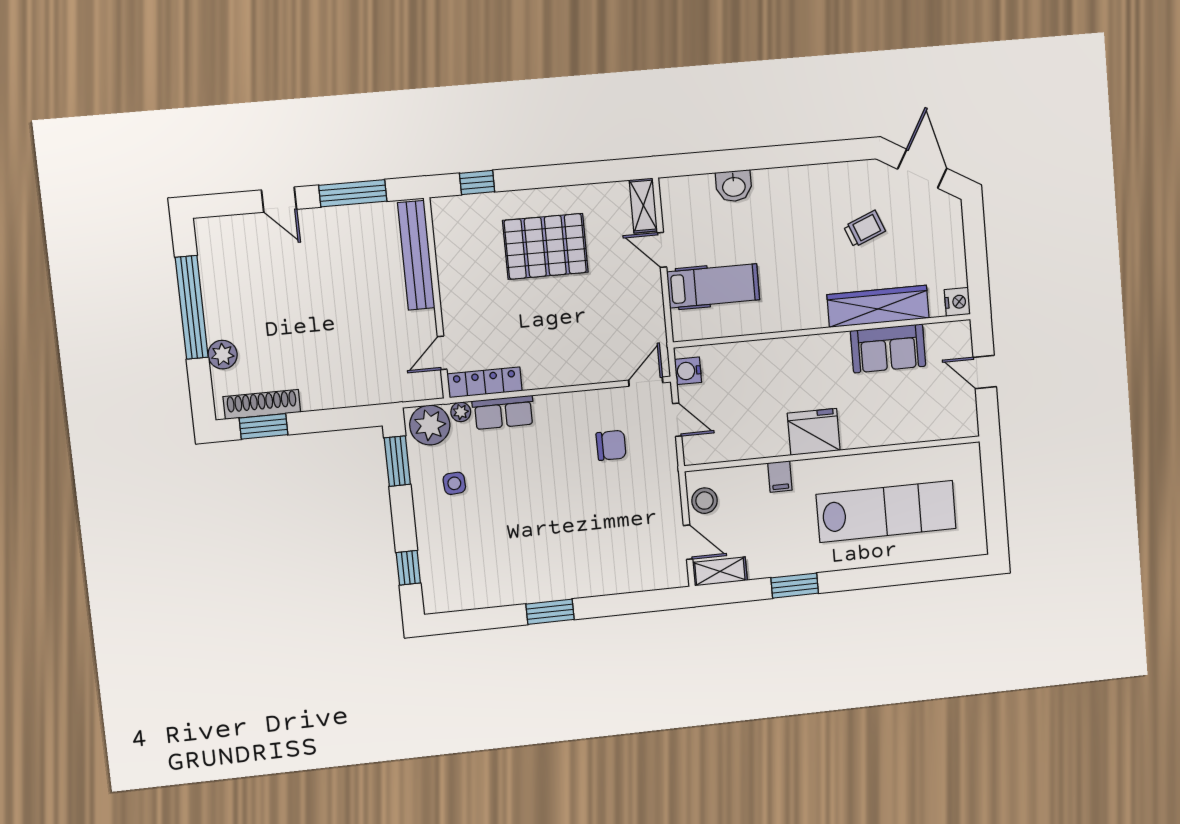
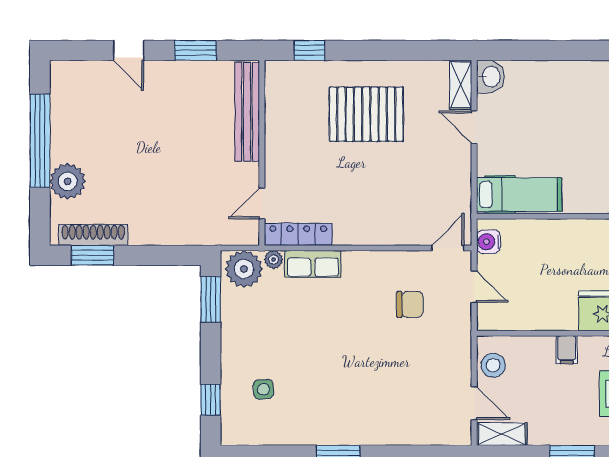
washbasin: (734, 186) -> (490, 77), moved, turned -90
window: (353, 193) -> (196, 50), width x0.69
hospital bed: (713, 286) -> (519, 195), moved
plant: (223, 355) -> (68, 181), width x1.36, depth x1.36
side table: (454, 483) -> (263, 389), moved

